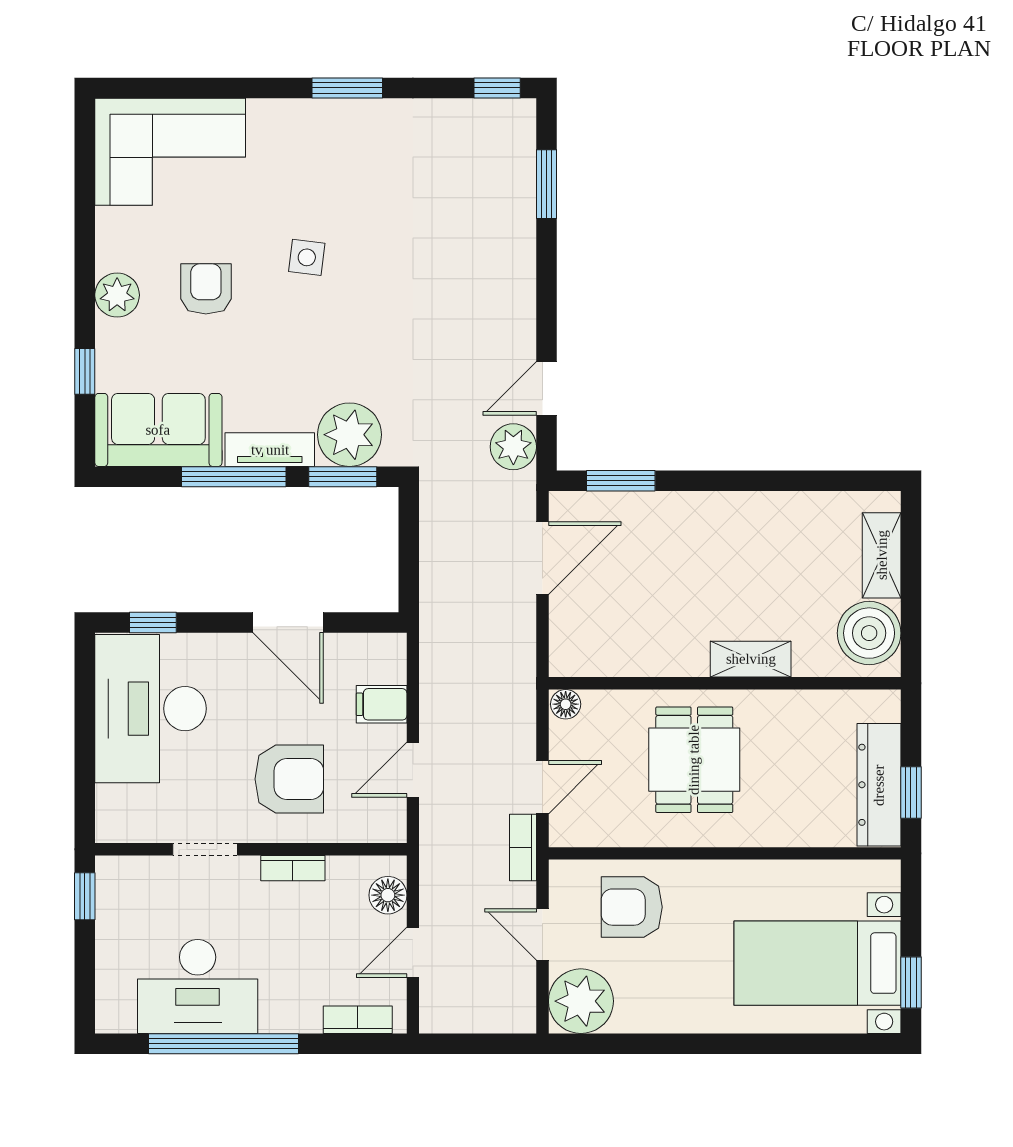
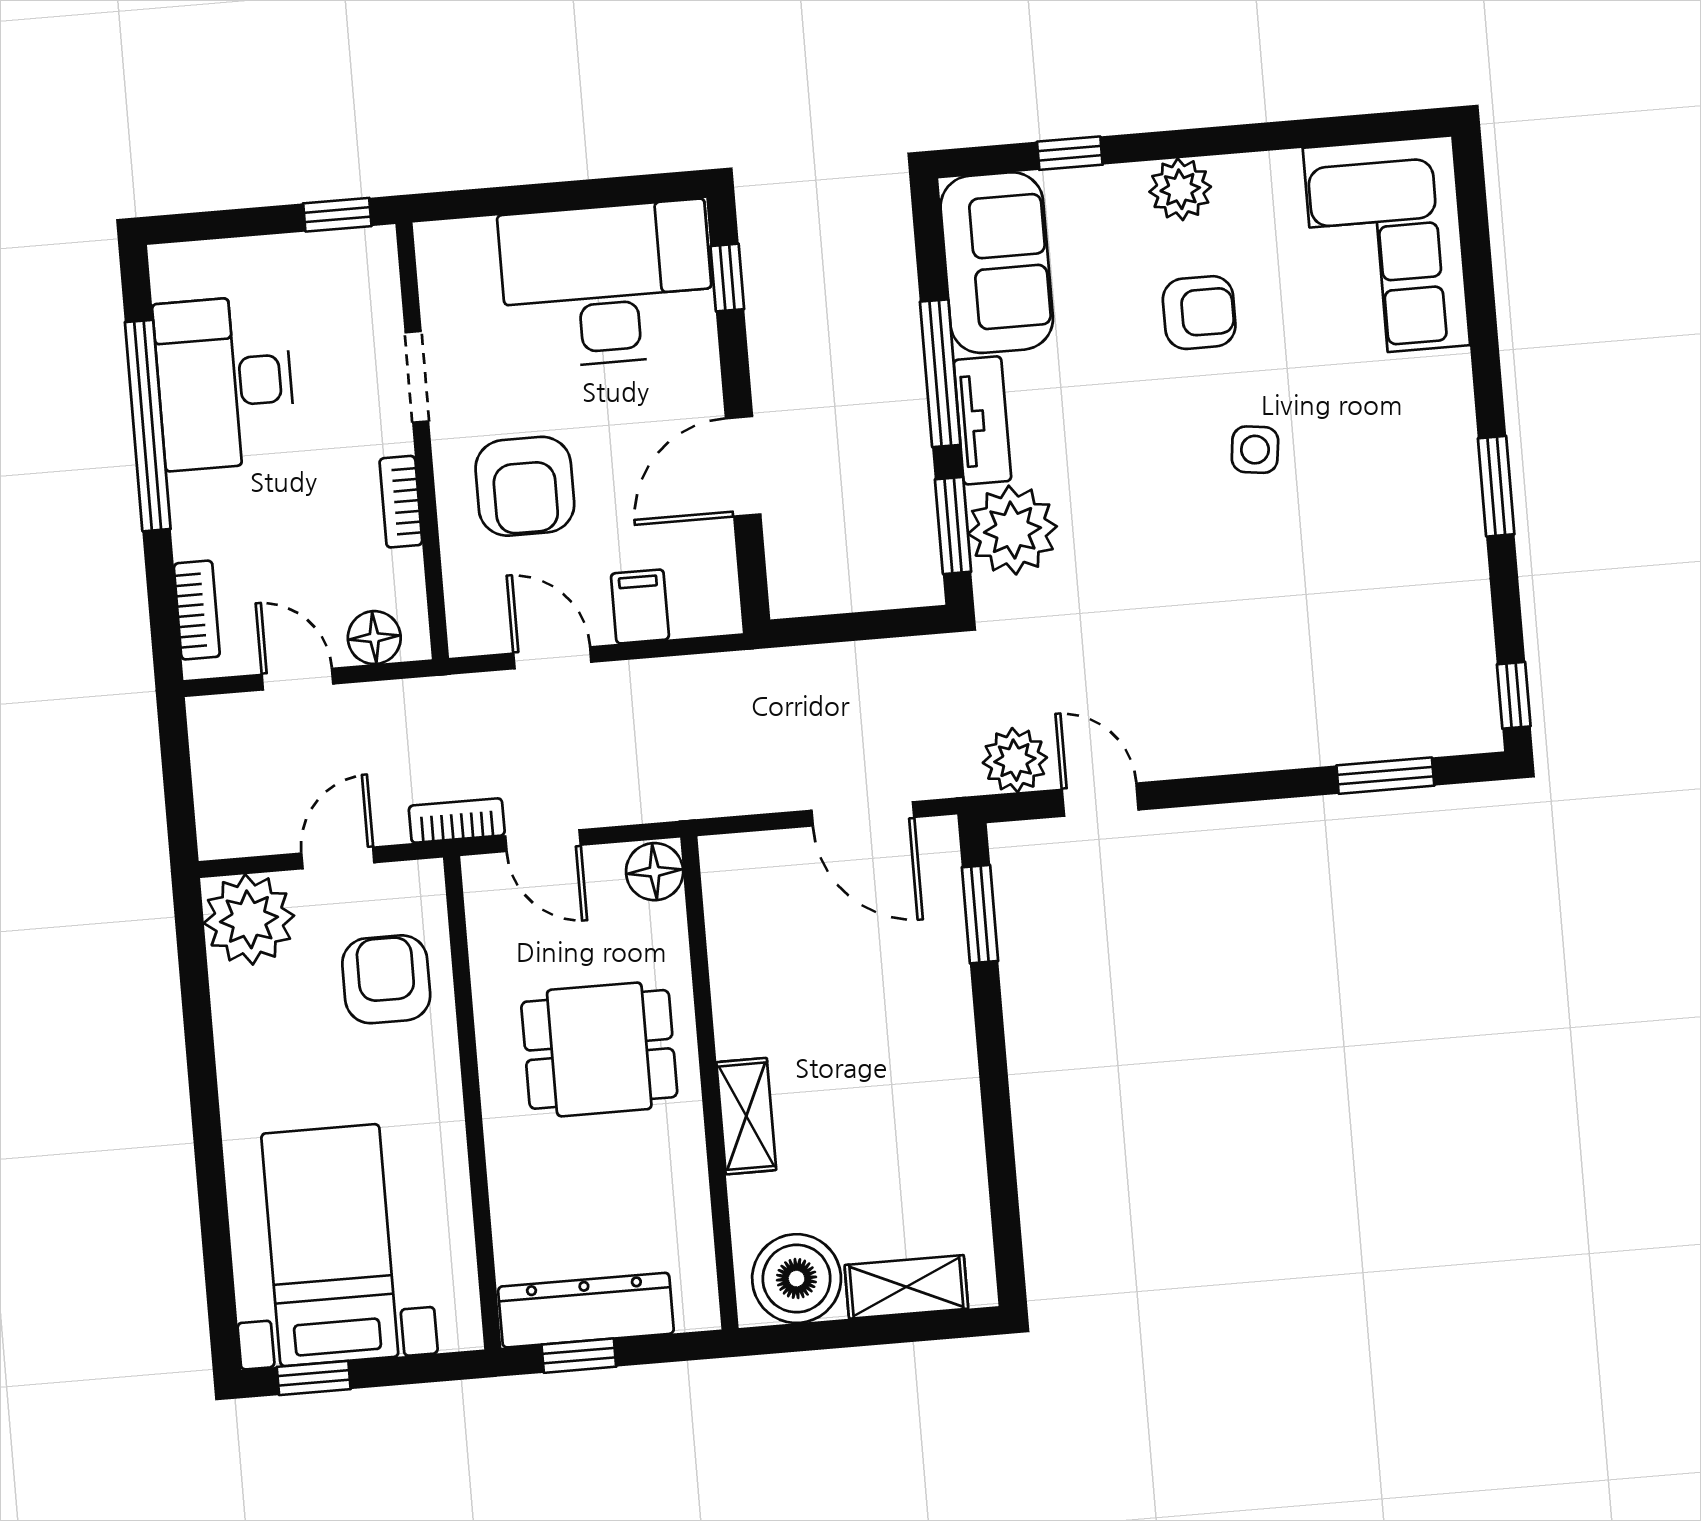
floor lamp: (566, 704) -> (655, 872), width x1.37, depth x1.37

